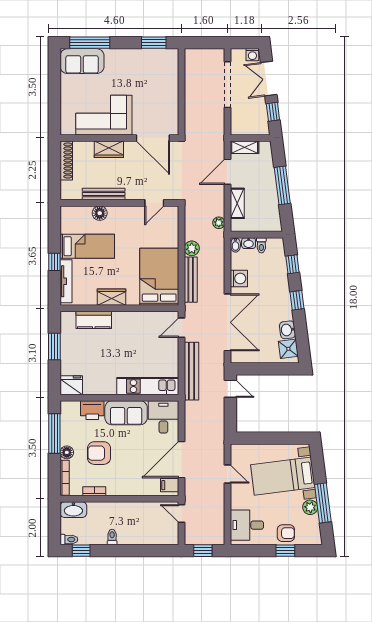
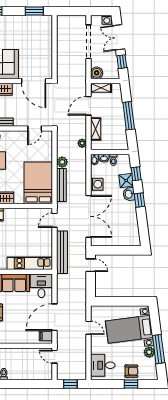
boiler: (239, 127) -> (97, 73), added
washbasin: (287, 330) -> (129, 194), moved
shower: (288, 349) -> (126, 181), moved

